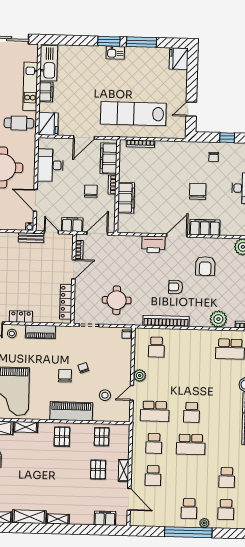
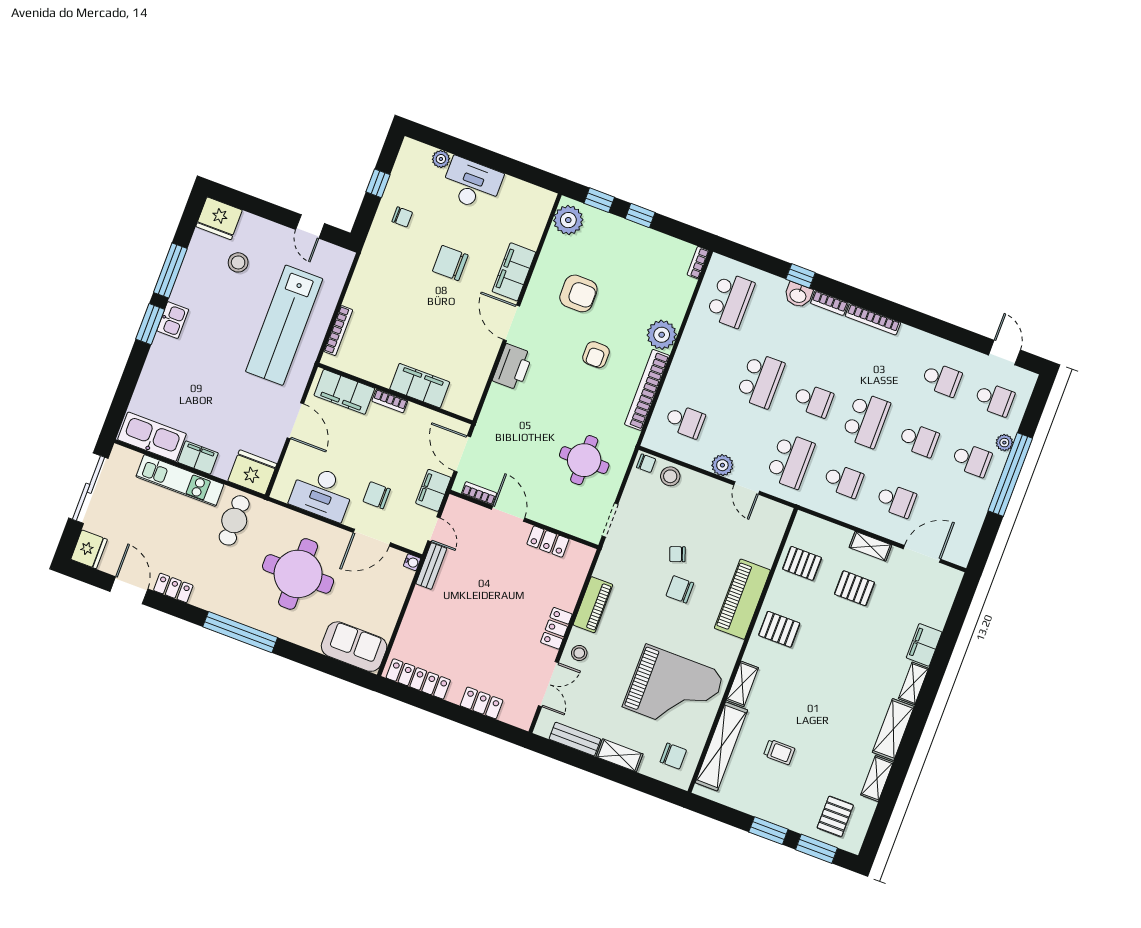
stool: (158, 77) -> (238, 262), added
chair: (91, 191) -> (377, 495), moved
door: (51, 232) -> (434, 529), swing flipped
locker: (66, 302) -> (548, 542), width x0.66
plant: (218, 319) -> (662, 335), moved
school desk: (192, 380) -> (760, 380), added
stool: (105, 395) -> (670, 476), moved
school desk: (190, 476) -> (919, 440), added
filing cabinet: (105, 518) -> (924, 645), moved

